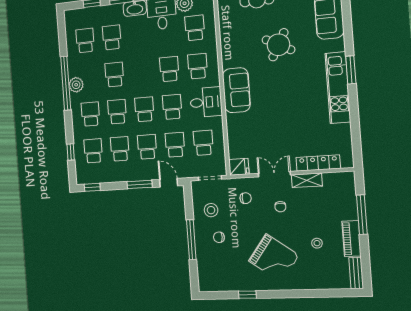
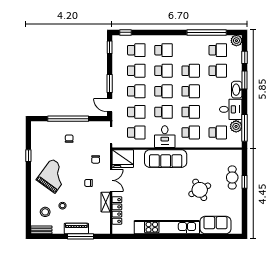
round table: (278, 45) -> (200, 190), turned 35
window: (351, 70) -> (178, 236), removed
school desk: (142, 72) -> (191, 91), added
window: (66, 83) -> (207, 32), moved
plant: (76, 85) -> (236, 41), moved
kitchen unit: (338, 88) -> (167, 227), width x1.36
sofa: (236, 90) -> (166, 159), width x1.36
window: (71, 152) -> (126, 32), moved
fridge: (239, 167) -> (123, 159), width x1.88, depth x1.34
door: (169, 183) -> (110, 105), swing flipped
stool: (211, 210) -> (45, 212), moved
piano: (351, 239) -> (76, 229), moved
window: (191, 240) -> (68, 119), width x1.46
grand piano: (274, 258) -> (53, 176), turned 180

